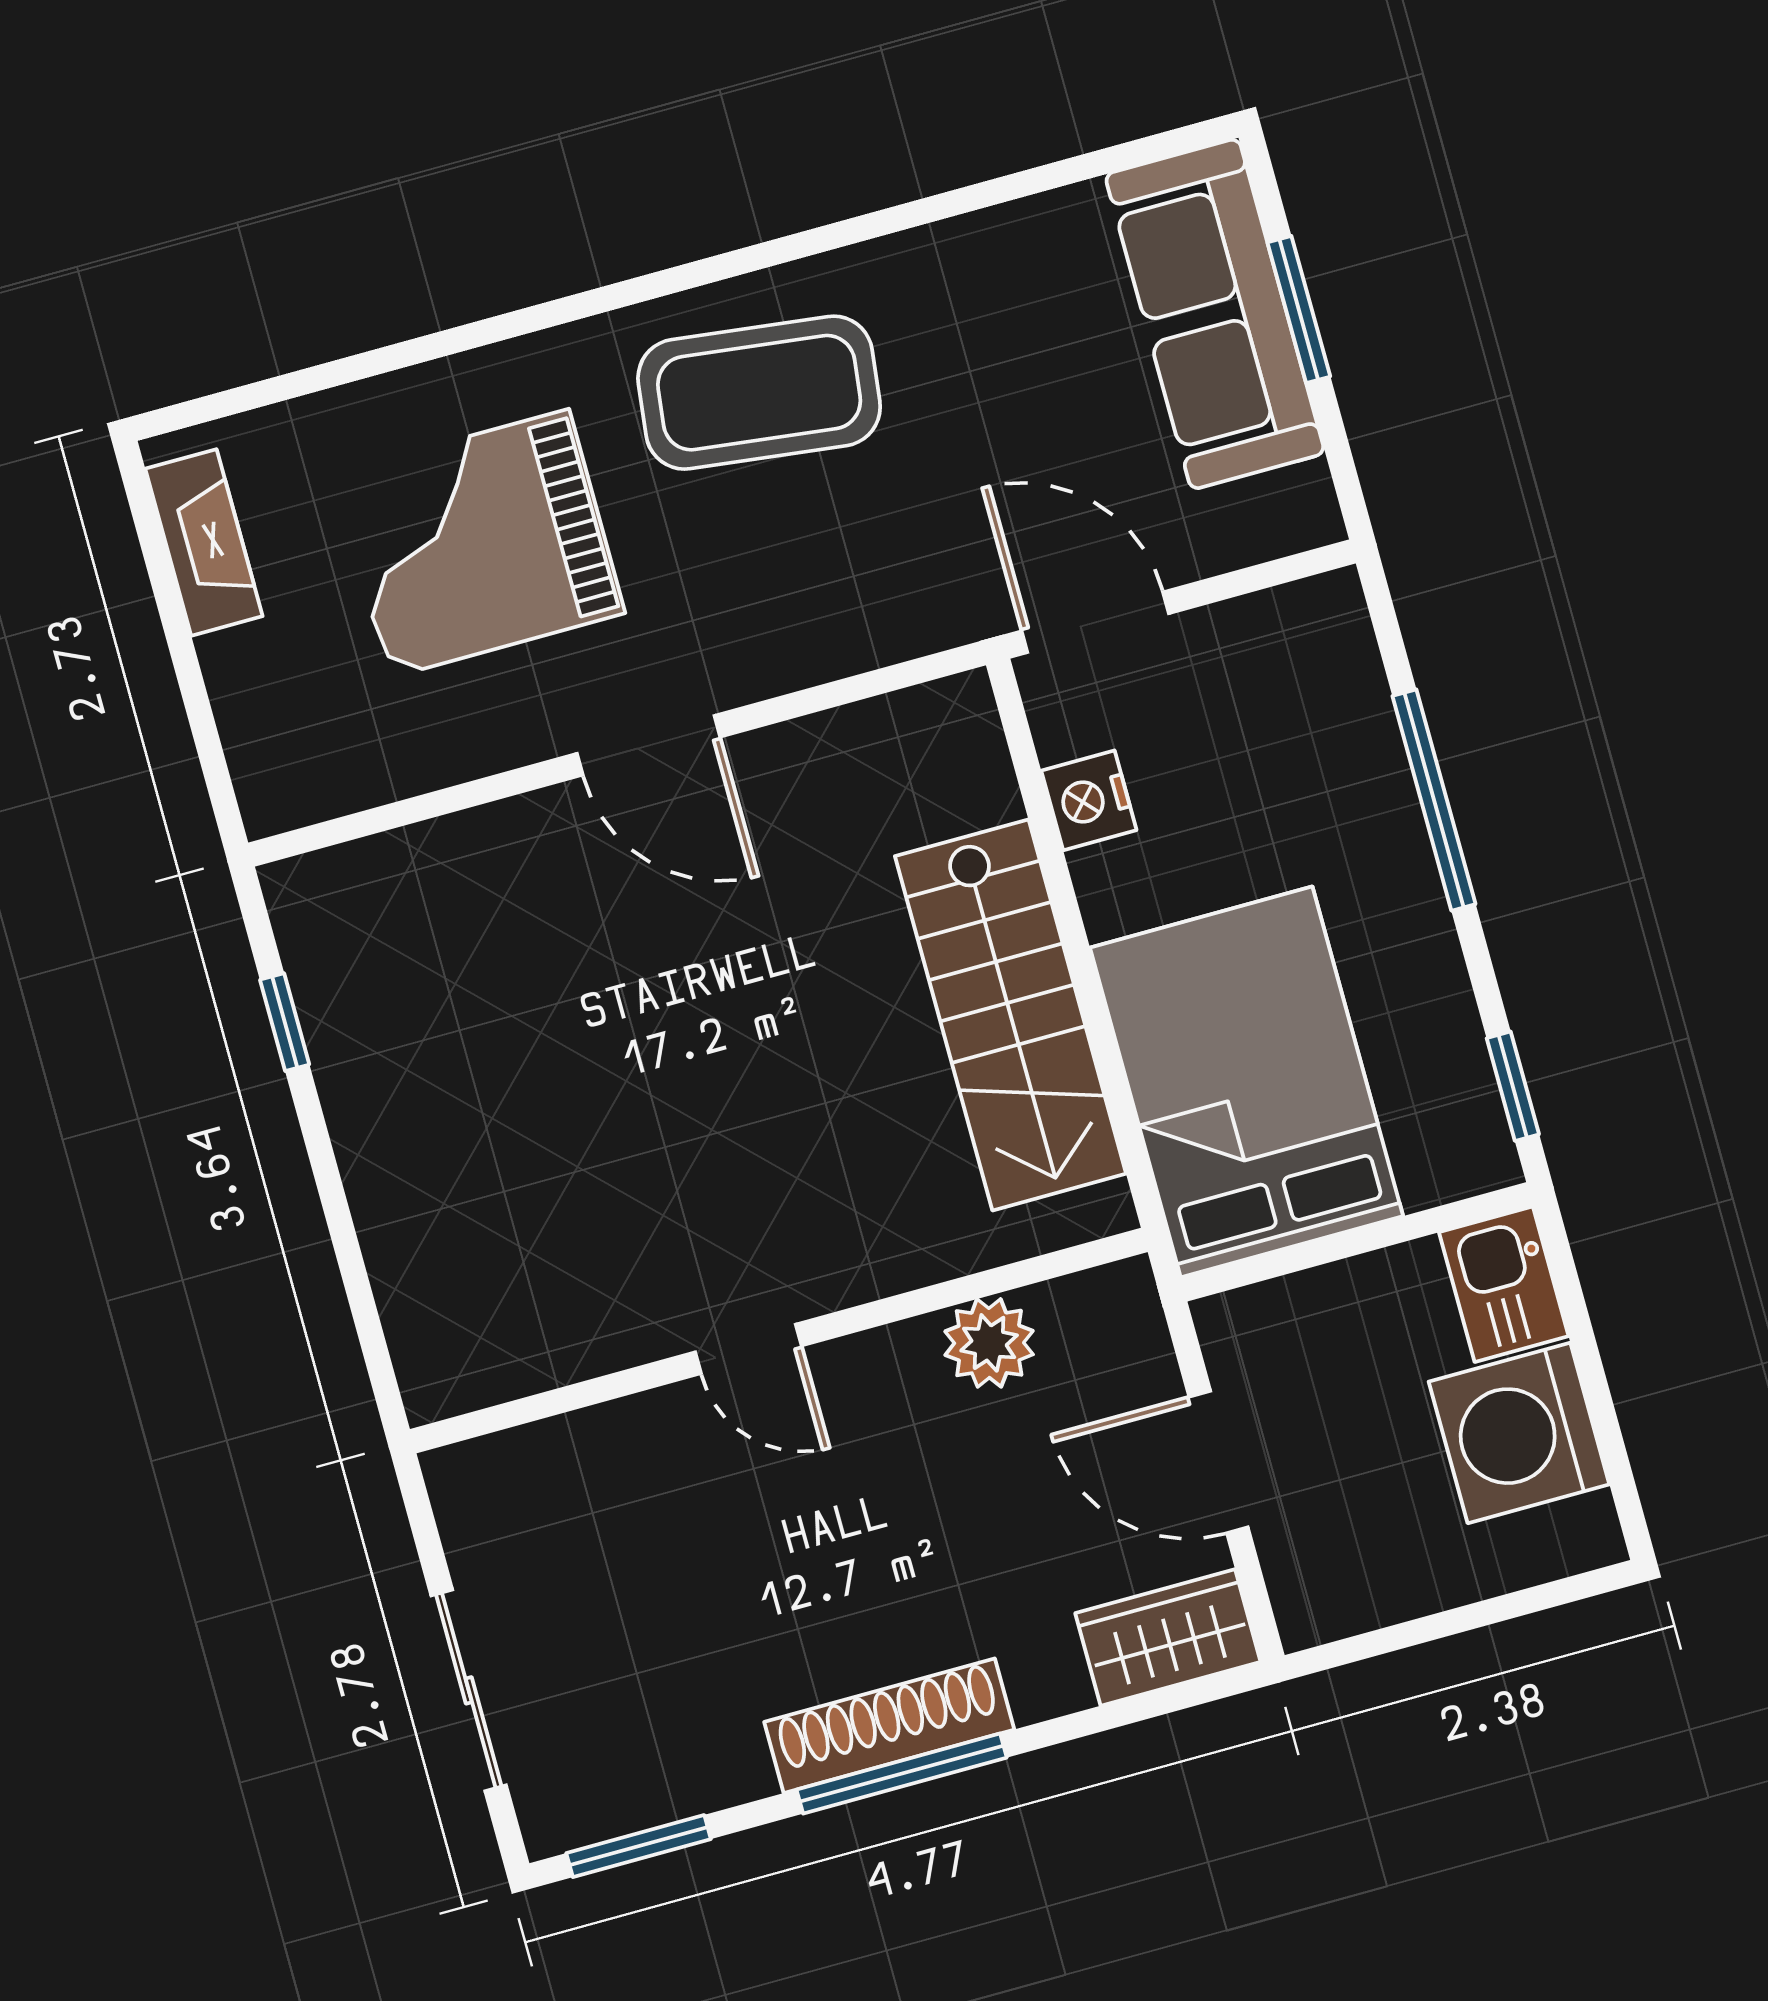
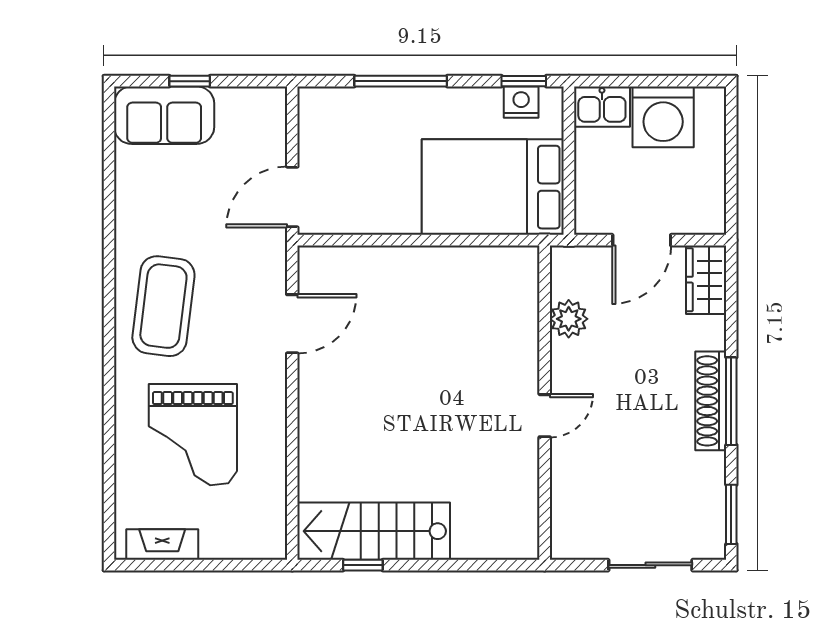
window: (1299, 309) -> (190, 81), width x0.67
sofa: (1215, 314) -> (164, 115), width x0.73
door: (649, 745) -> (292, 324), moved
nightstand: (1089, 800) -> (521, 102), moved, turned 180
stairs: (1011, 1015) -> (374, 531), moved, turned 180

